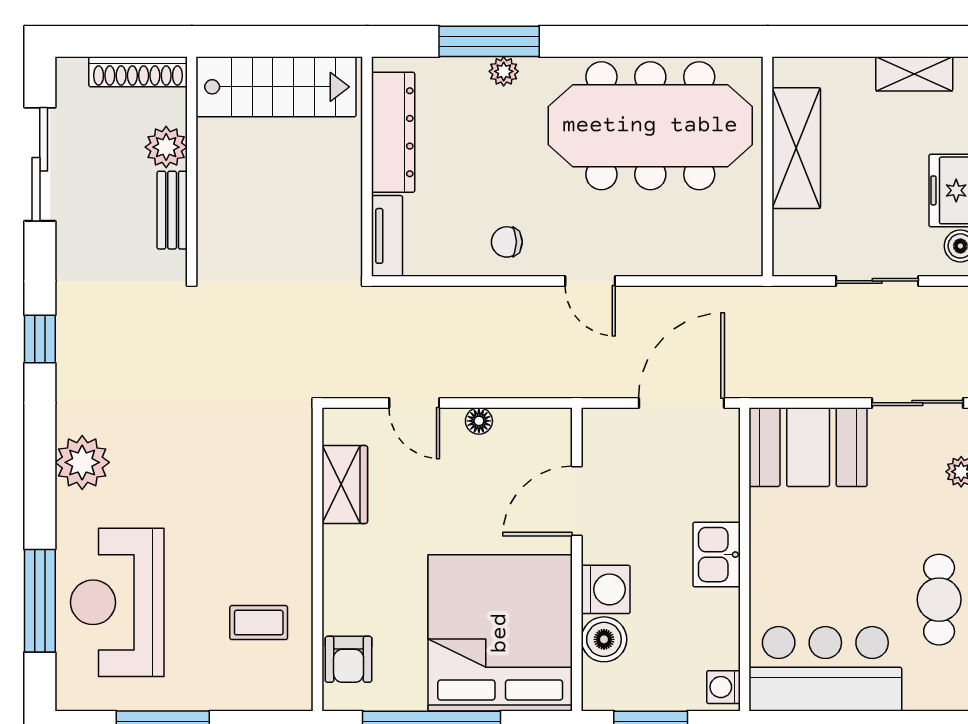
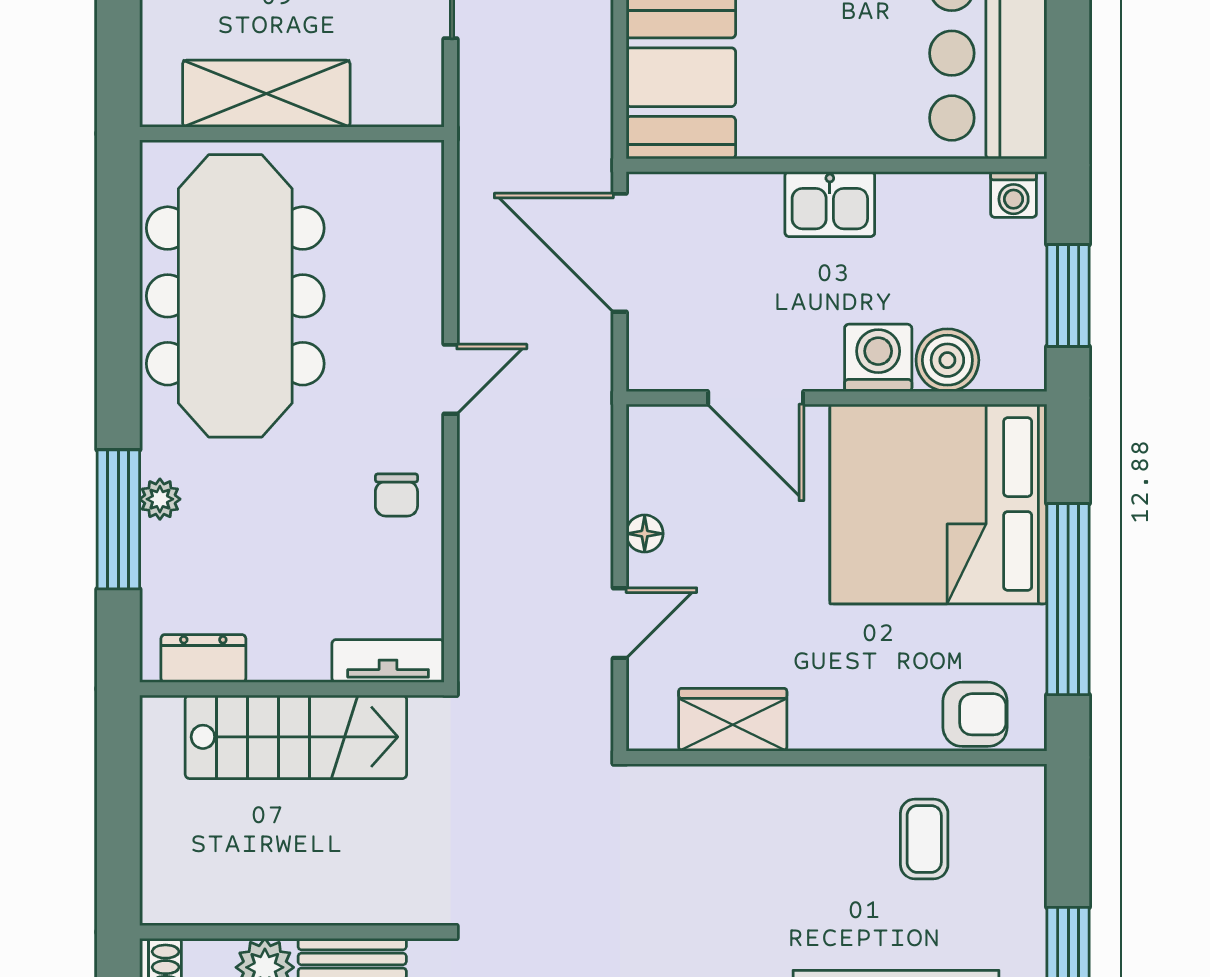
stairs: (276, 87) -> (296, 737), moved, turned 90
dresser: (393, 132) -> (203, 658), width x0.51, depth x0.80

